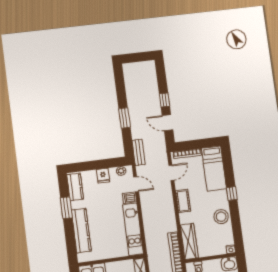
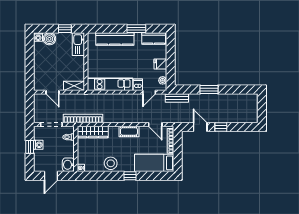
door: (168, 123) -> (200, 127), hinge flipped

